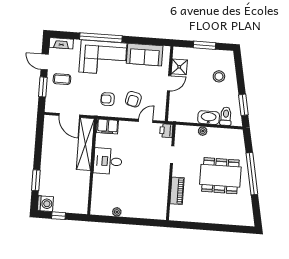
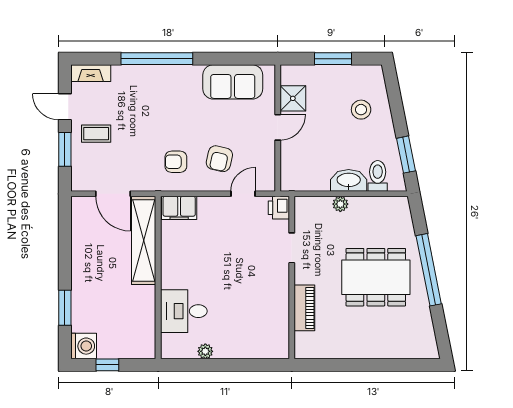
corner sofa: (103, 58) -> (163, 92), removed
desk: (108, 161) -> (184, 311), moved

